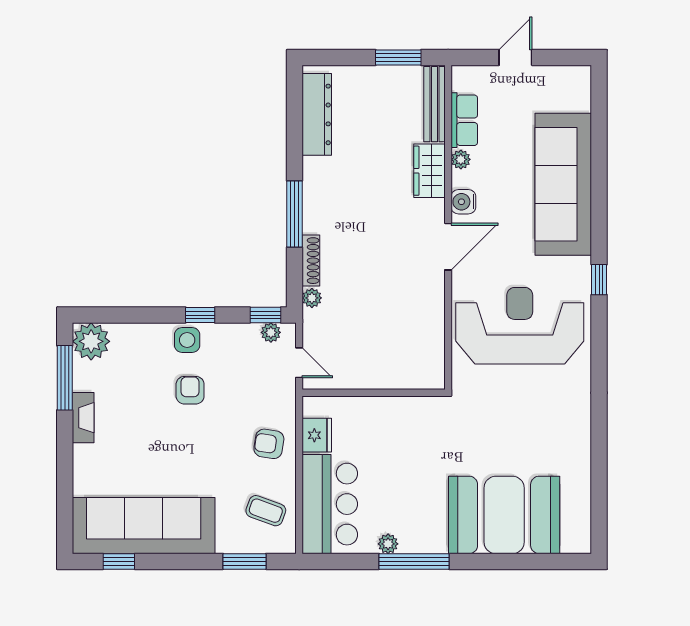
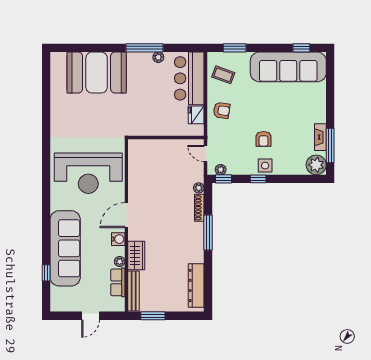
window: (599, 280) -> (46, 273), moved
fireplace: (83, 418) -> (320, 137), moved

